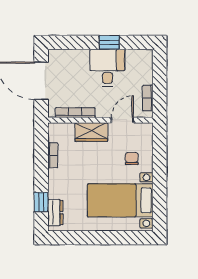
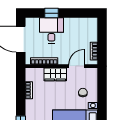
window: (109, 42) -> (52, 13), moved
desk: (107, 68) -> (51, 30), moved

